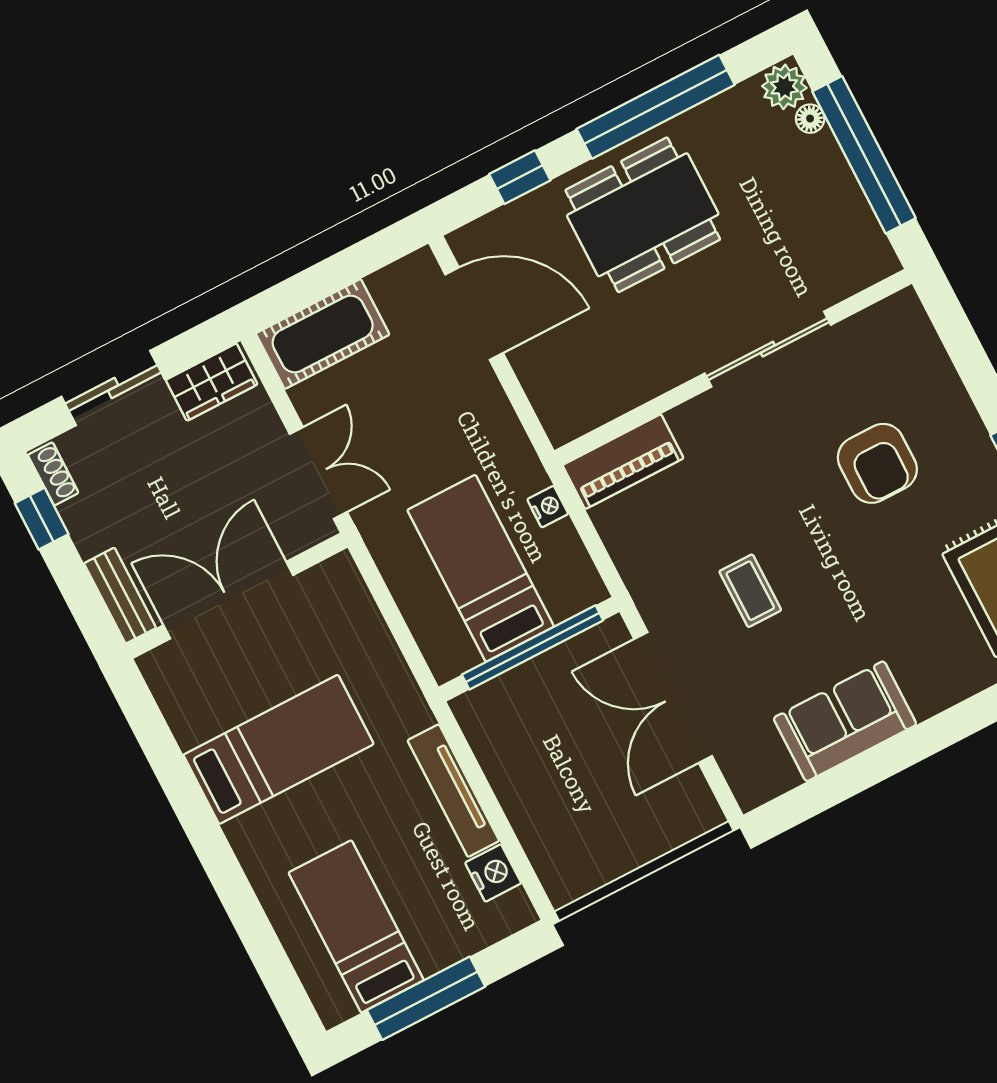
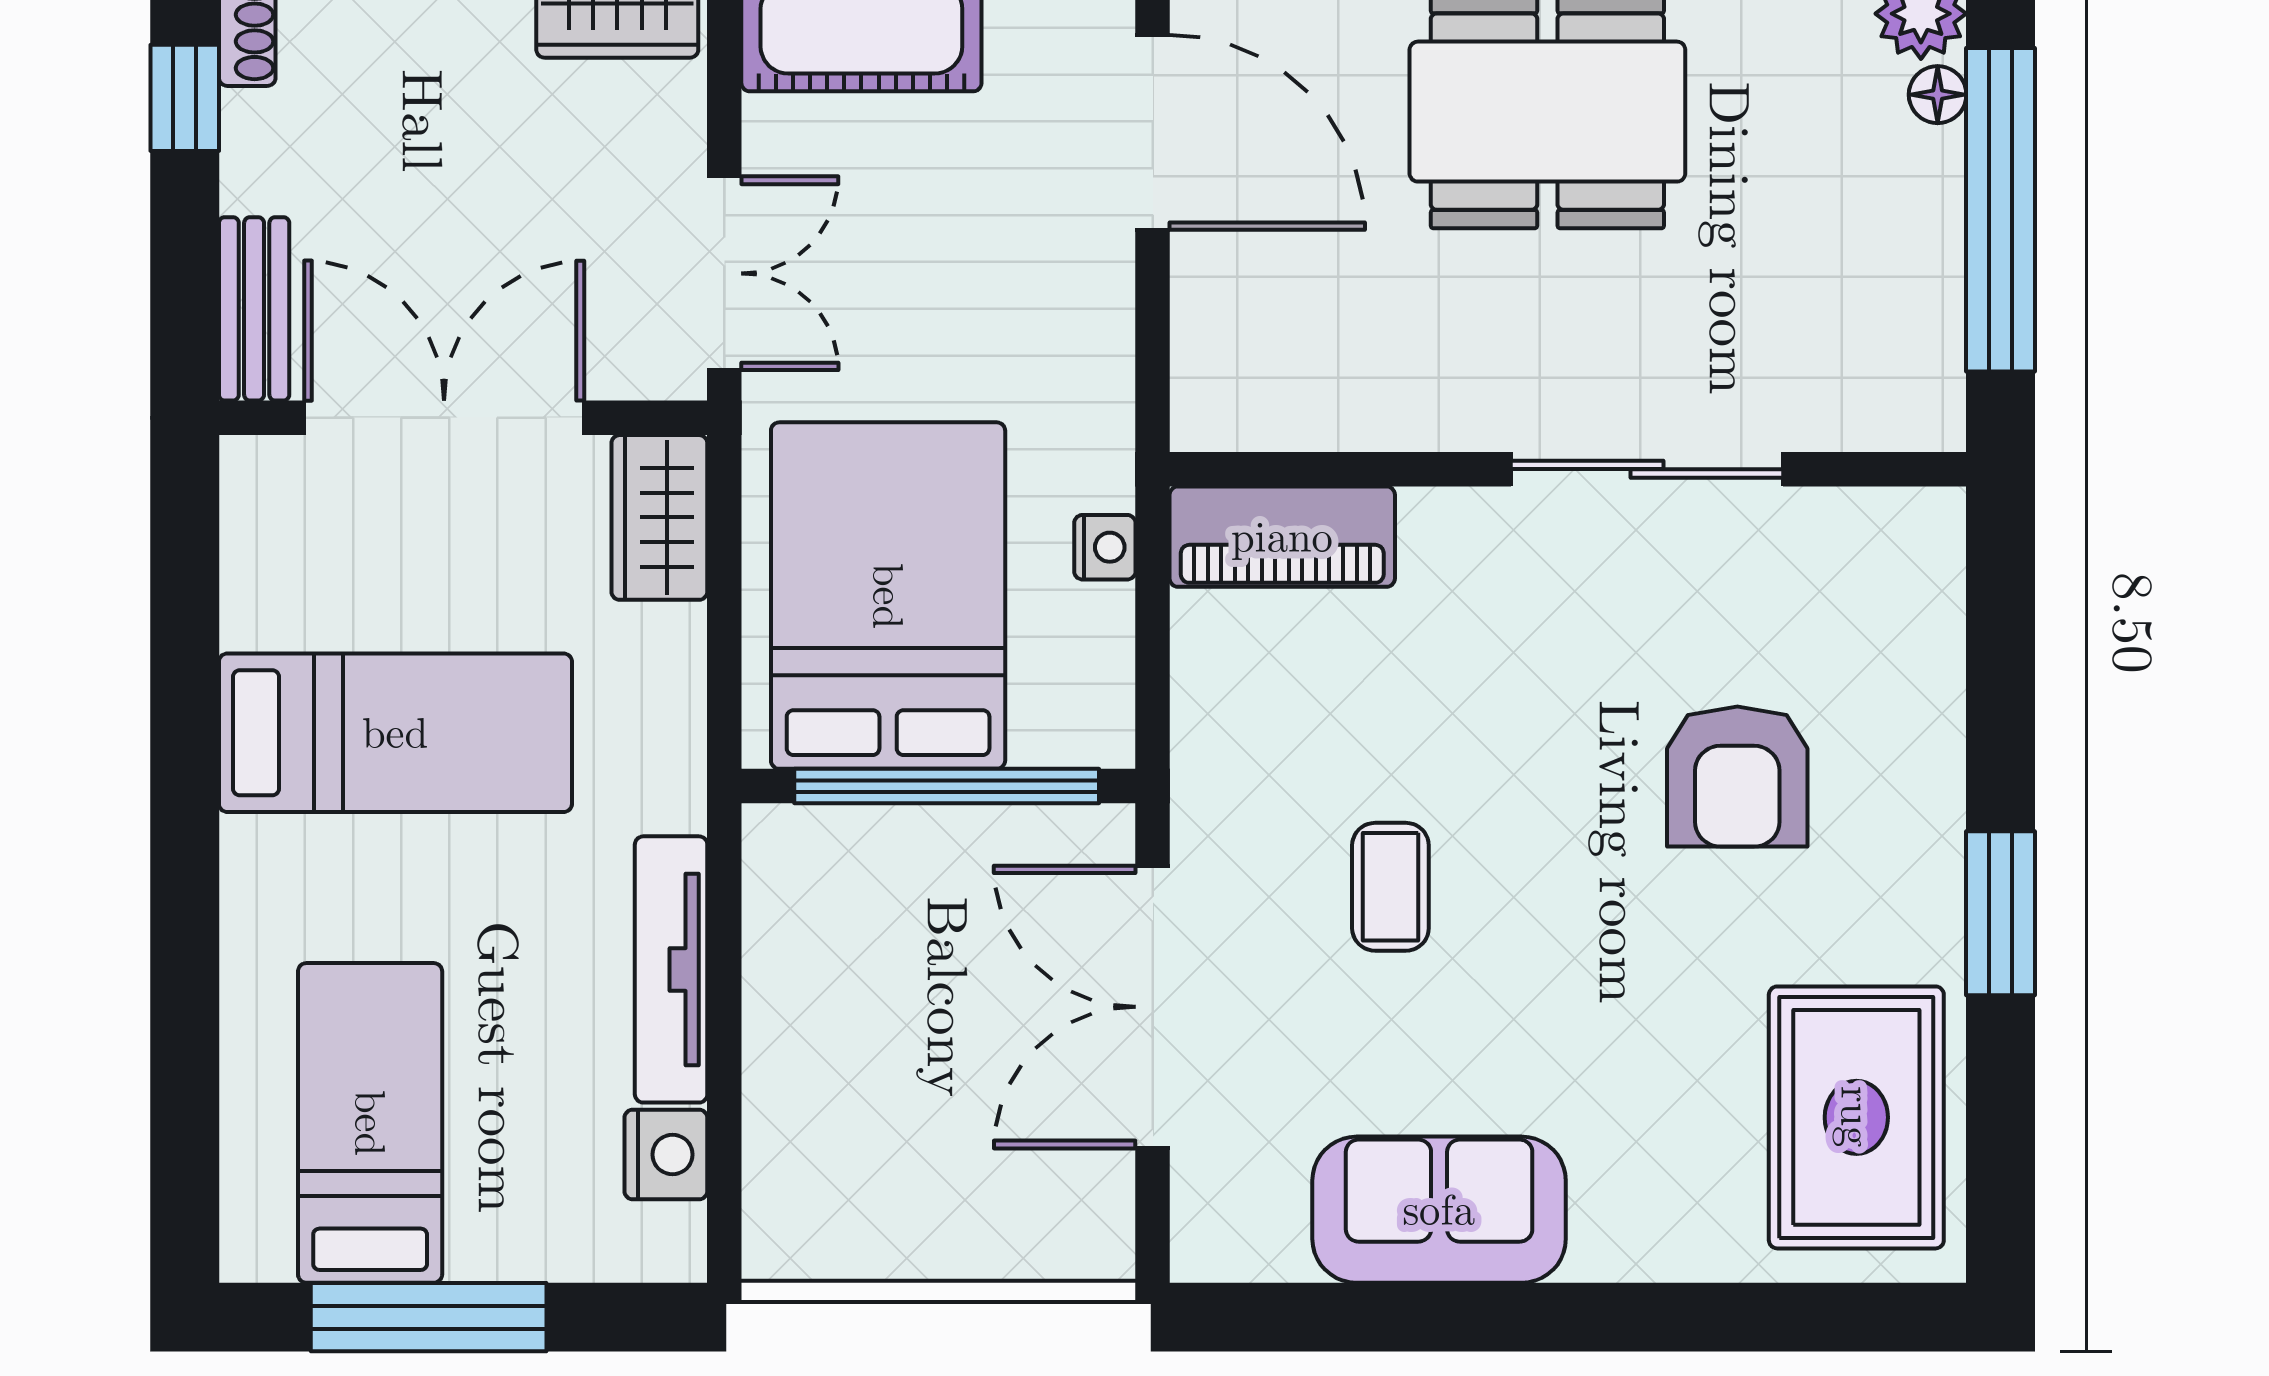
bed: (481, 568) -> (888, 596), width x1.50
wardrobe: (345, 595) -> (659, 517), added

